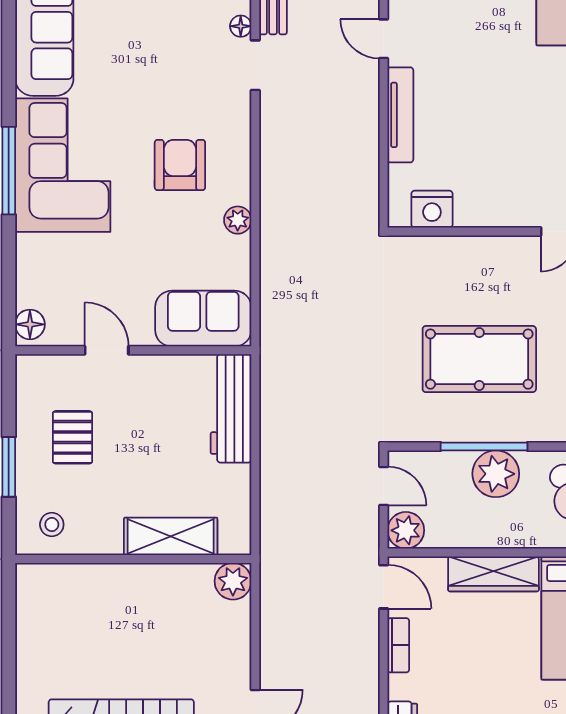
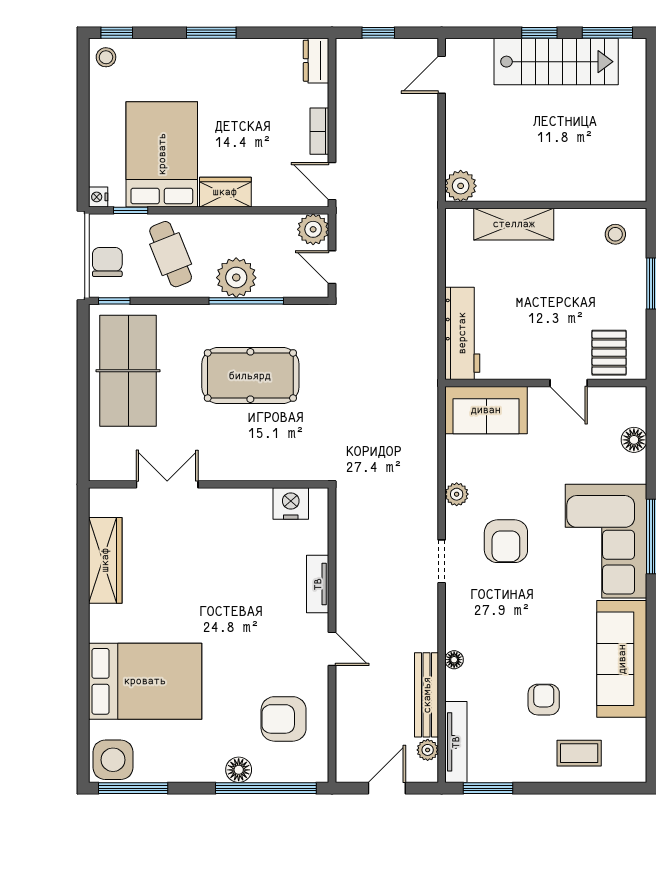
doorway: (255, 65) -> (442, 561), moved
tv unit: (400, 115) -> (318, 584), width x0.71
floor lamp: (30, 324) -> (634, 440), moved
pallet: (72, 437) -> (609, 353), moved
wardrobe: (493, 574) -> (225, 192), width x0.67

